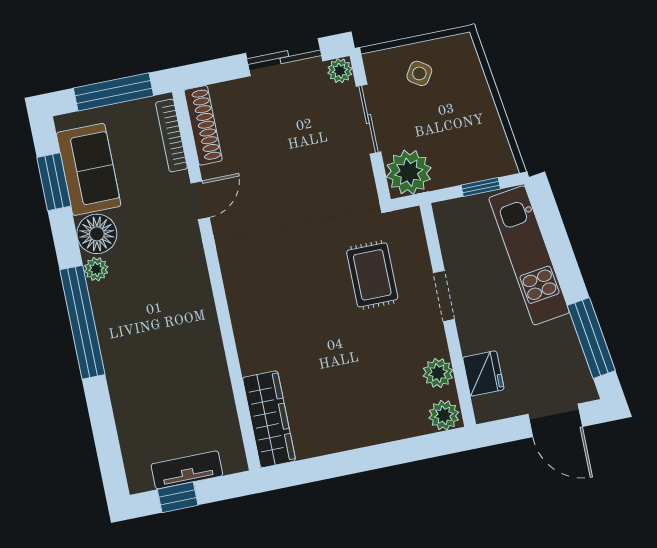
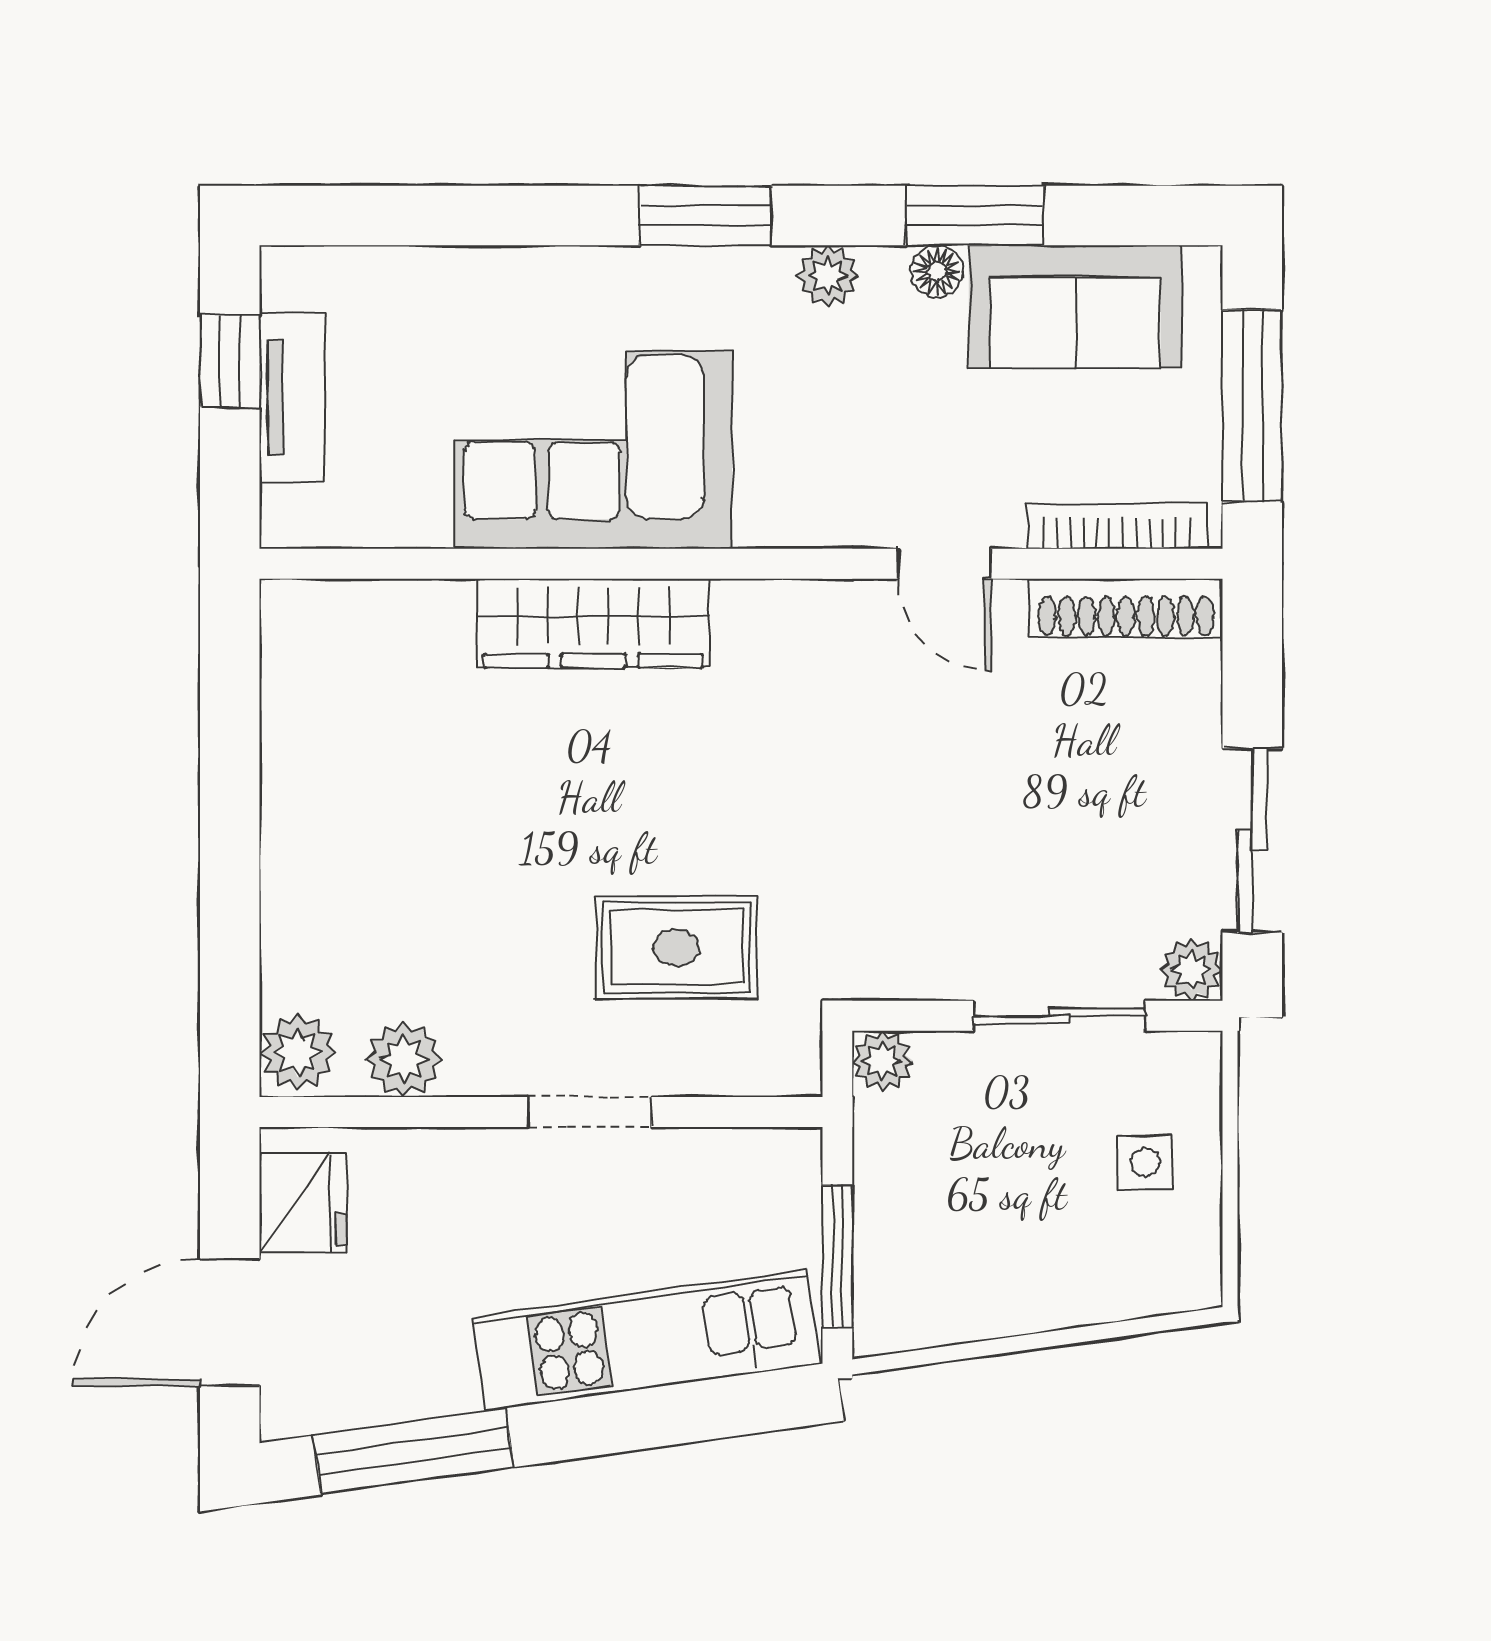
side table: (419, 73) -> (1145, 1163), turned -33
plant: (409, 172) -> (883, 1061), width x0.53, depth x0.53
window: (54, 182) -> (975, 215), moved
window: (481, 187) -> (837, 1256), width x1.50
floor lamp: (97, 234) -> (937, 271), width x0.53, depth x0.53
window: (82, 322) -> (705, 215), width x0.47
corner sofa: (183, 347) -> (593, 450), added
fridge: (483, 373) -> (303, 1203), moved, turned -90
wardrobe: (269, 419) -> (593, 623), moved

